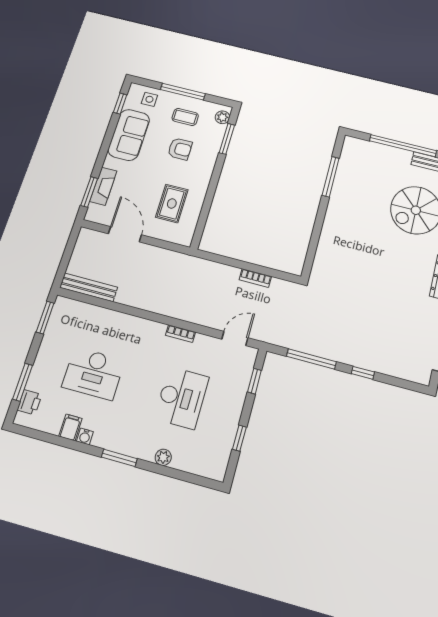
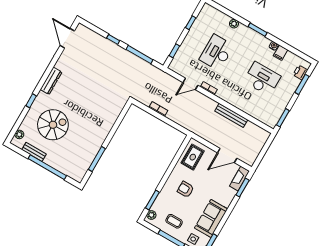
armchair: (180, 149) -> (186, 189), moved
fireplace: (103, 186) -> (239, 179), moved
rug: (172, 204) -> (193, 157), moved
door: (125, 234) -> (227, 155), hinge flipped
bench: (89, 287) -> (231, 115), moved
door: (235, 339) -> (190, 84), moved

